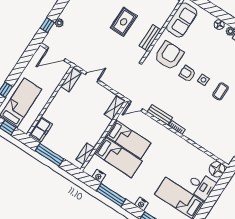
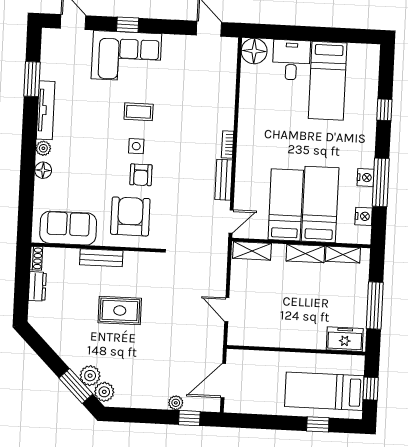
bench: (150, 38) -> (101, 258), moved
door: (56, 54) -> (223, 381), swing flipped
armchair: (169, 56) -> (130, 216), turned 90
shelving: (71, 80) -> (305, 253), moved
door: (136, 106) -> (231, 221), hinge flipped
nightstand: (142, 204) -> (366, 177), moved

